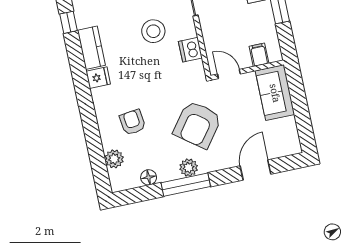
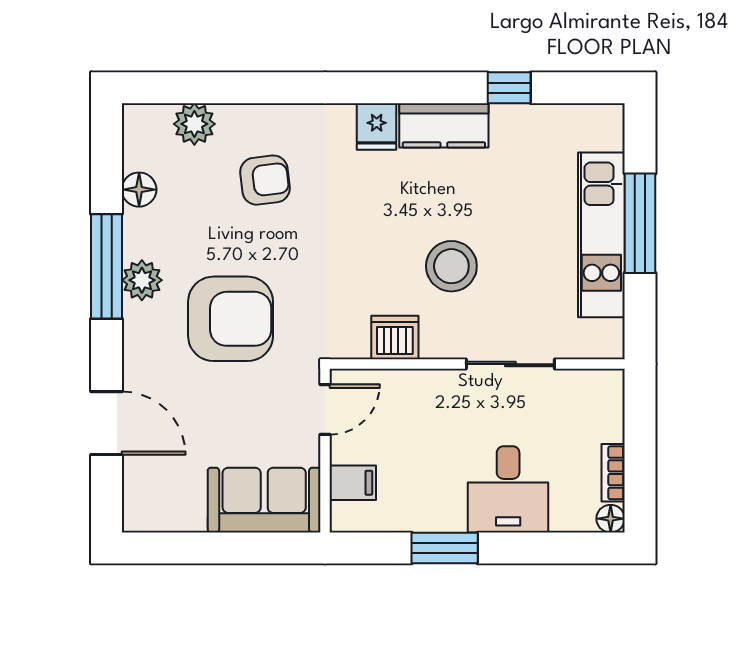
armchair: (197, 125) -> (231, 319), turned 143

